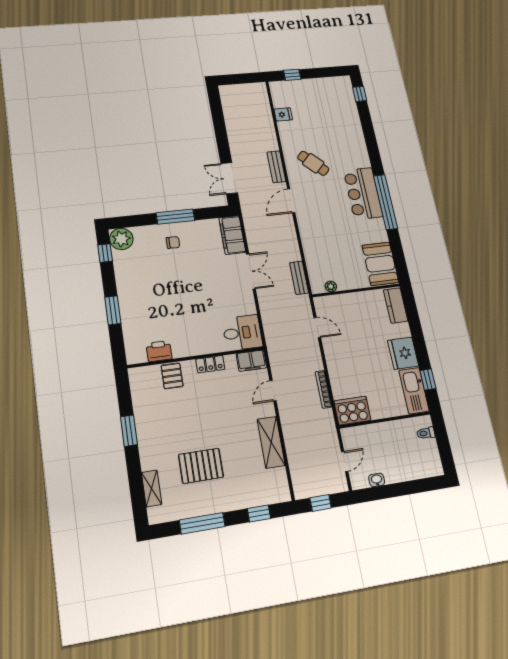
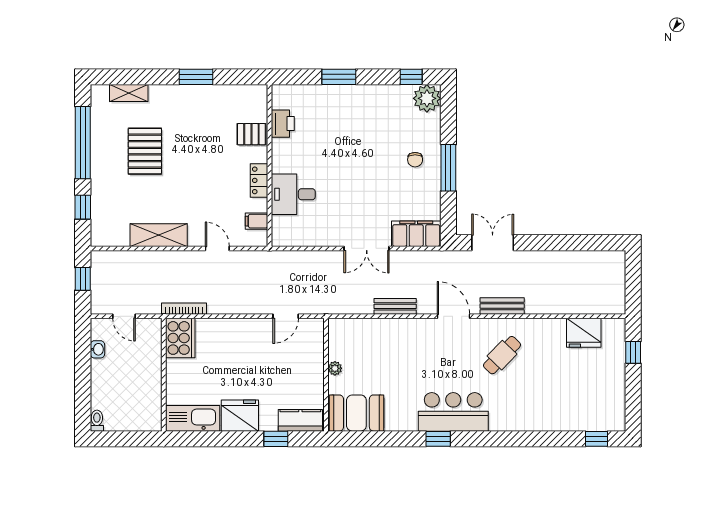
fridge: (283, 114) -> (584, 333), width x1.88, depth x1.34
window: (385, 202) -> (438, 439), width x0.32
bench: (299, 278) -> (395, 306), moved
plant: (331, 286) -> (335, 368), moved
desk: (242, 333) -> (293, 194), moved, turned 90
filing cabinet: (251, 361) -> (256, 221), width x0.50
window: (428, 379) -> (276, 439), moved
bookcase: (323, 389) -> (184, 309), moved
toilet: (426, 433) -> (97, 421), moved
window: (202, 523) -> (83, 143), width x1.46

